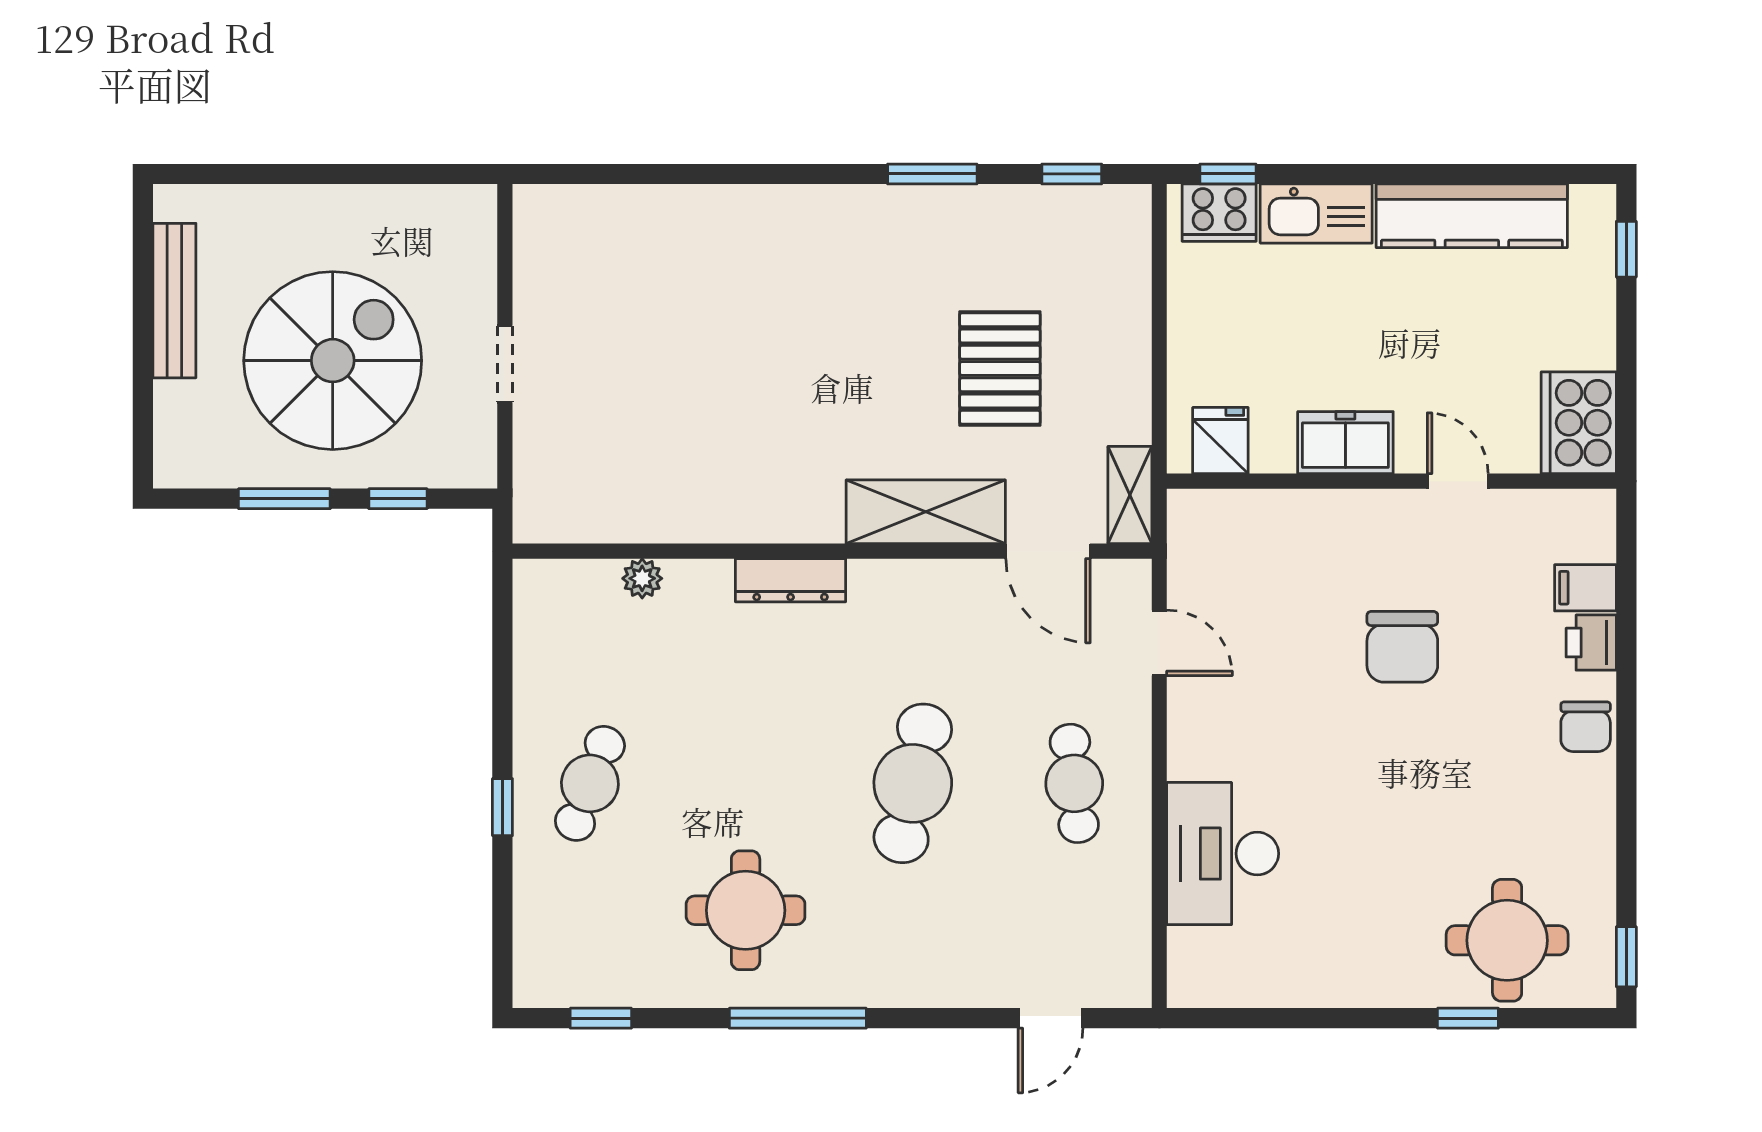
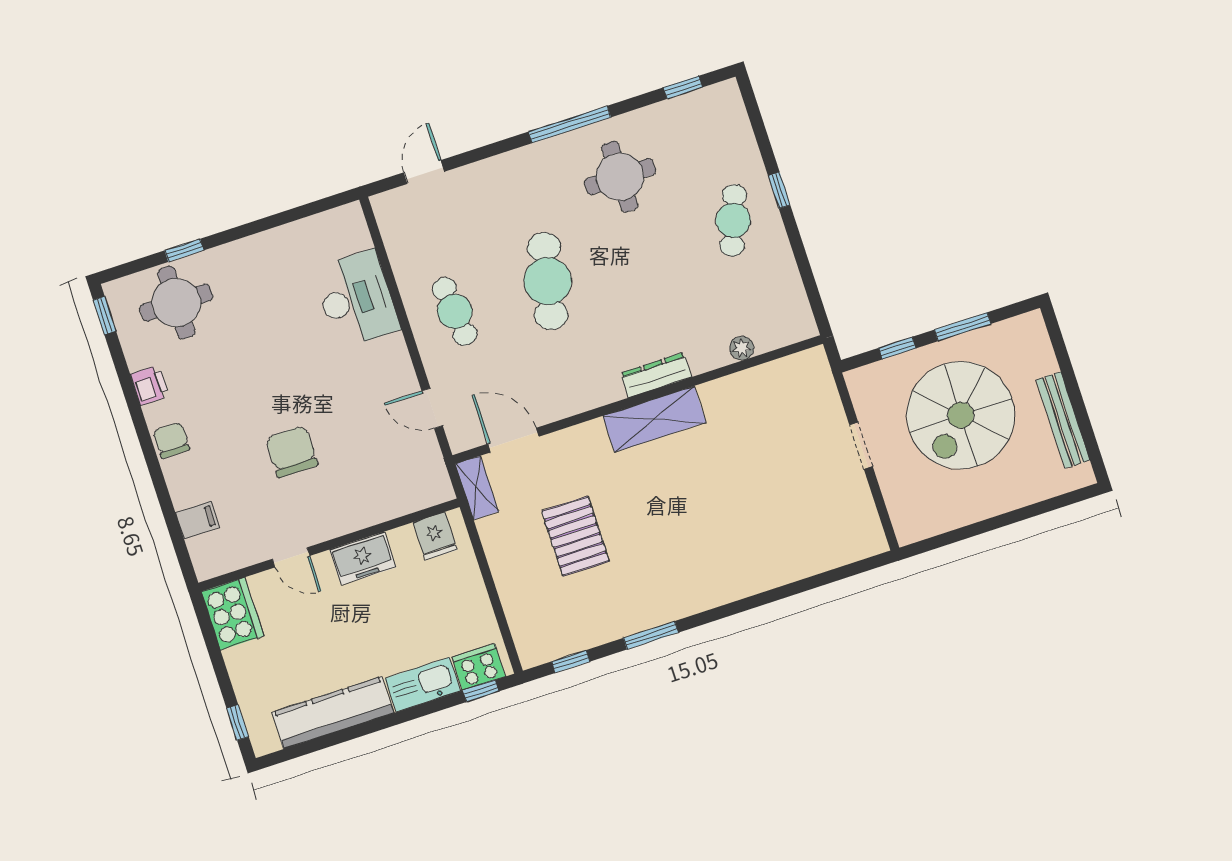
shelving: (926, 512) -> (654, 419), moved
printer: (1591, 643) -> (150, 385), moved

